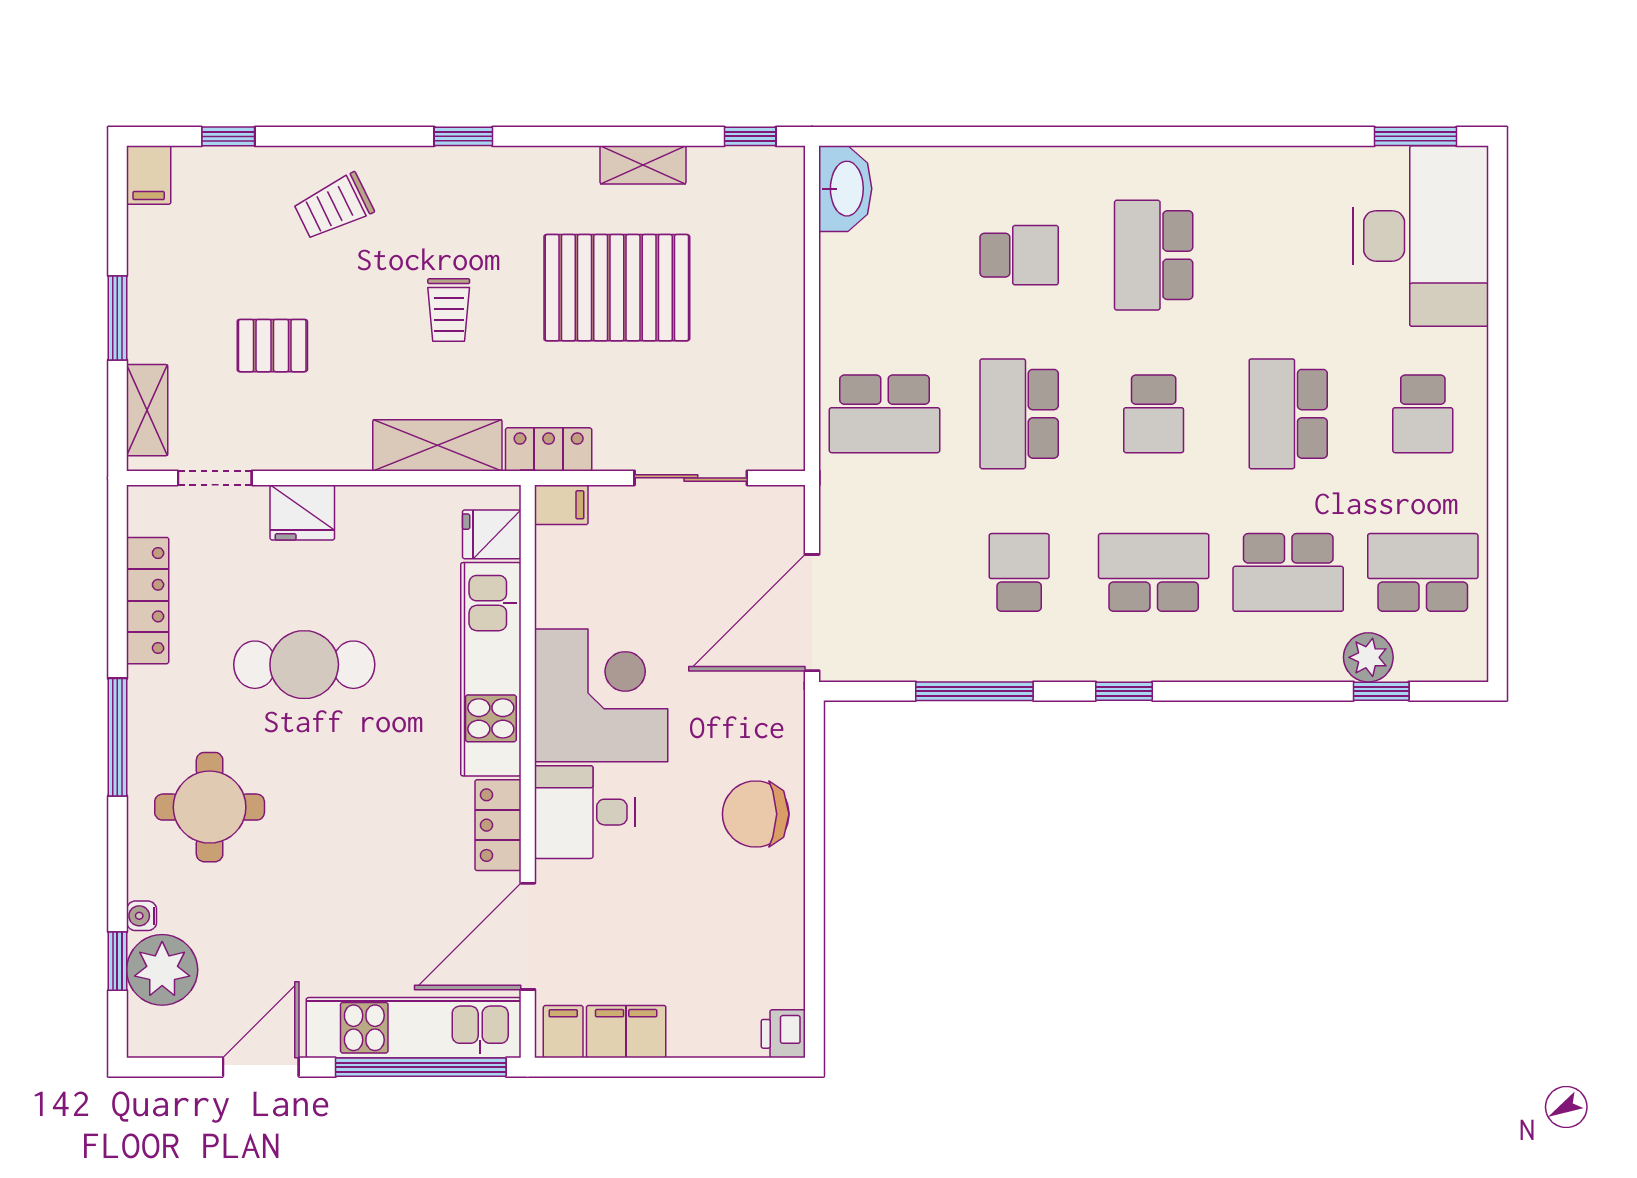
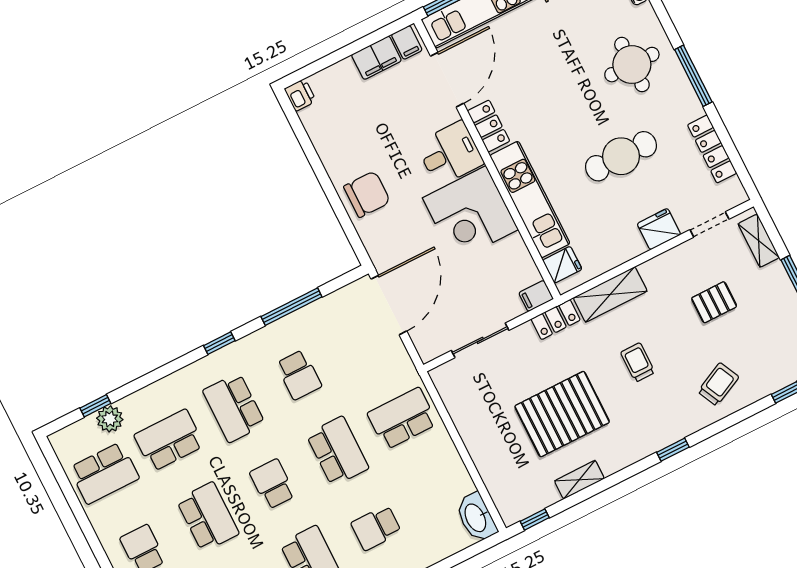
school desk: (1154, 572) -> (234, 408), turned 90

